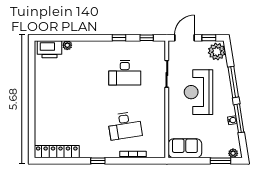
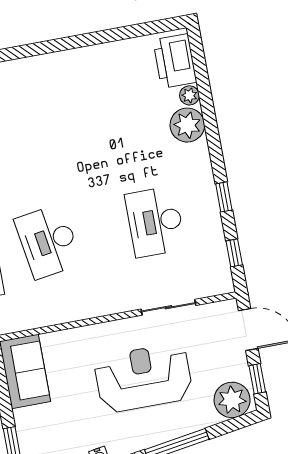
plant: (81, 49) -> (187, 125), added

